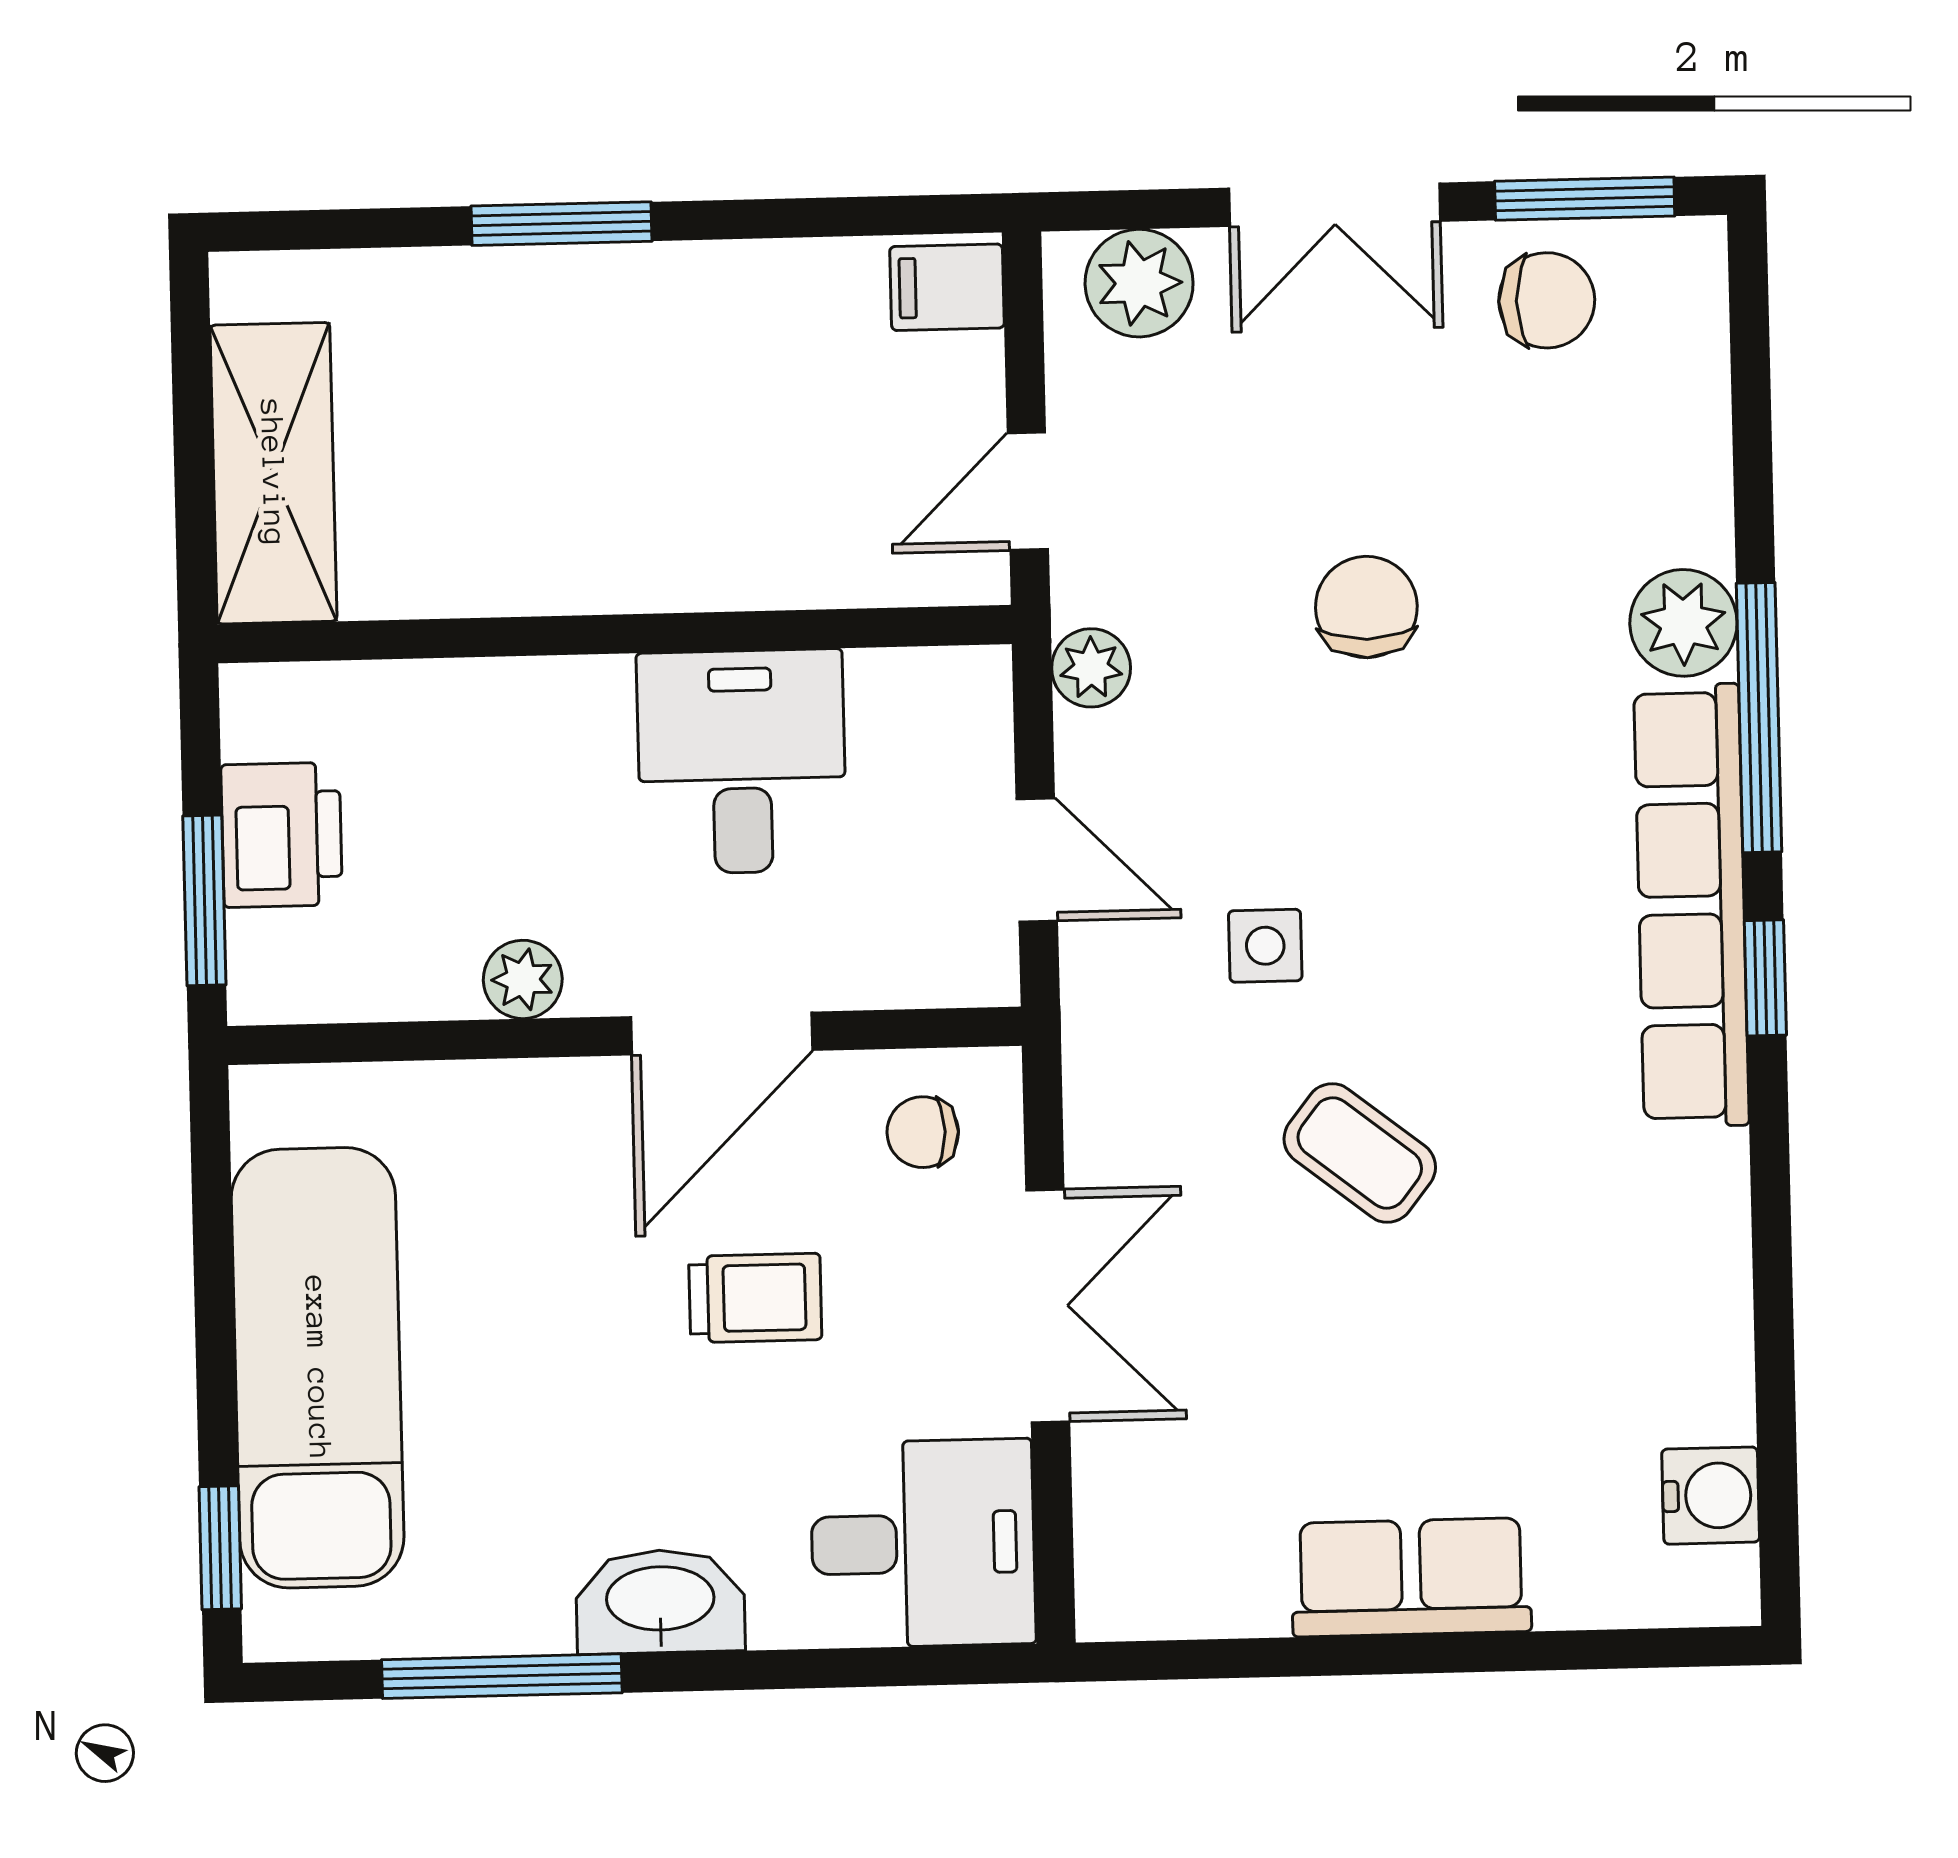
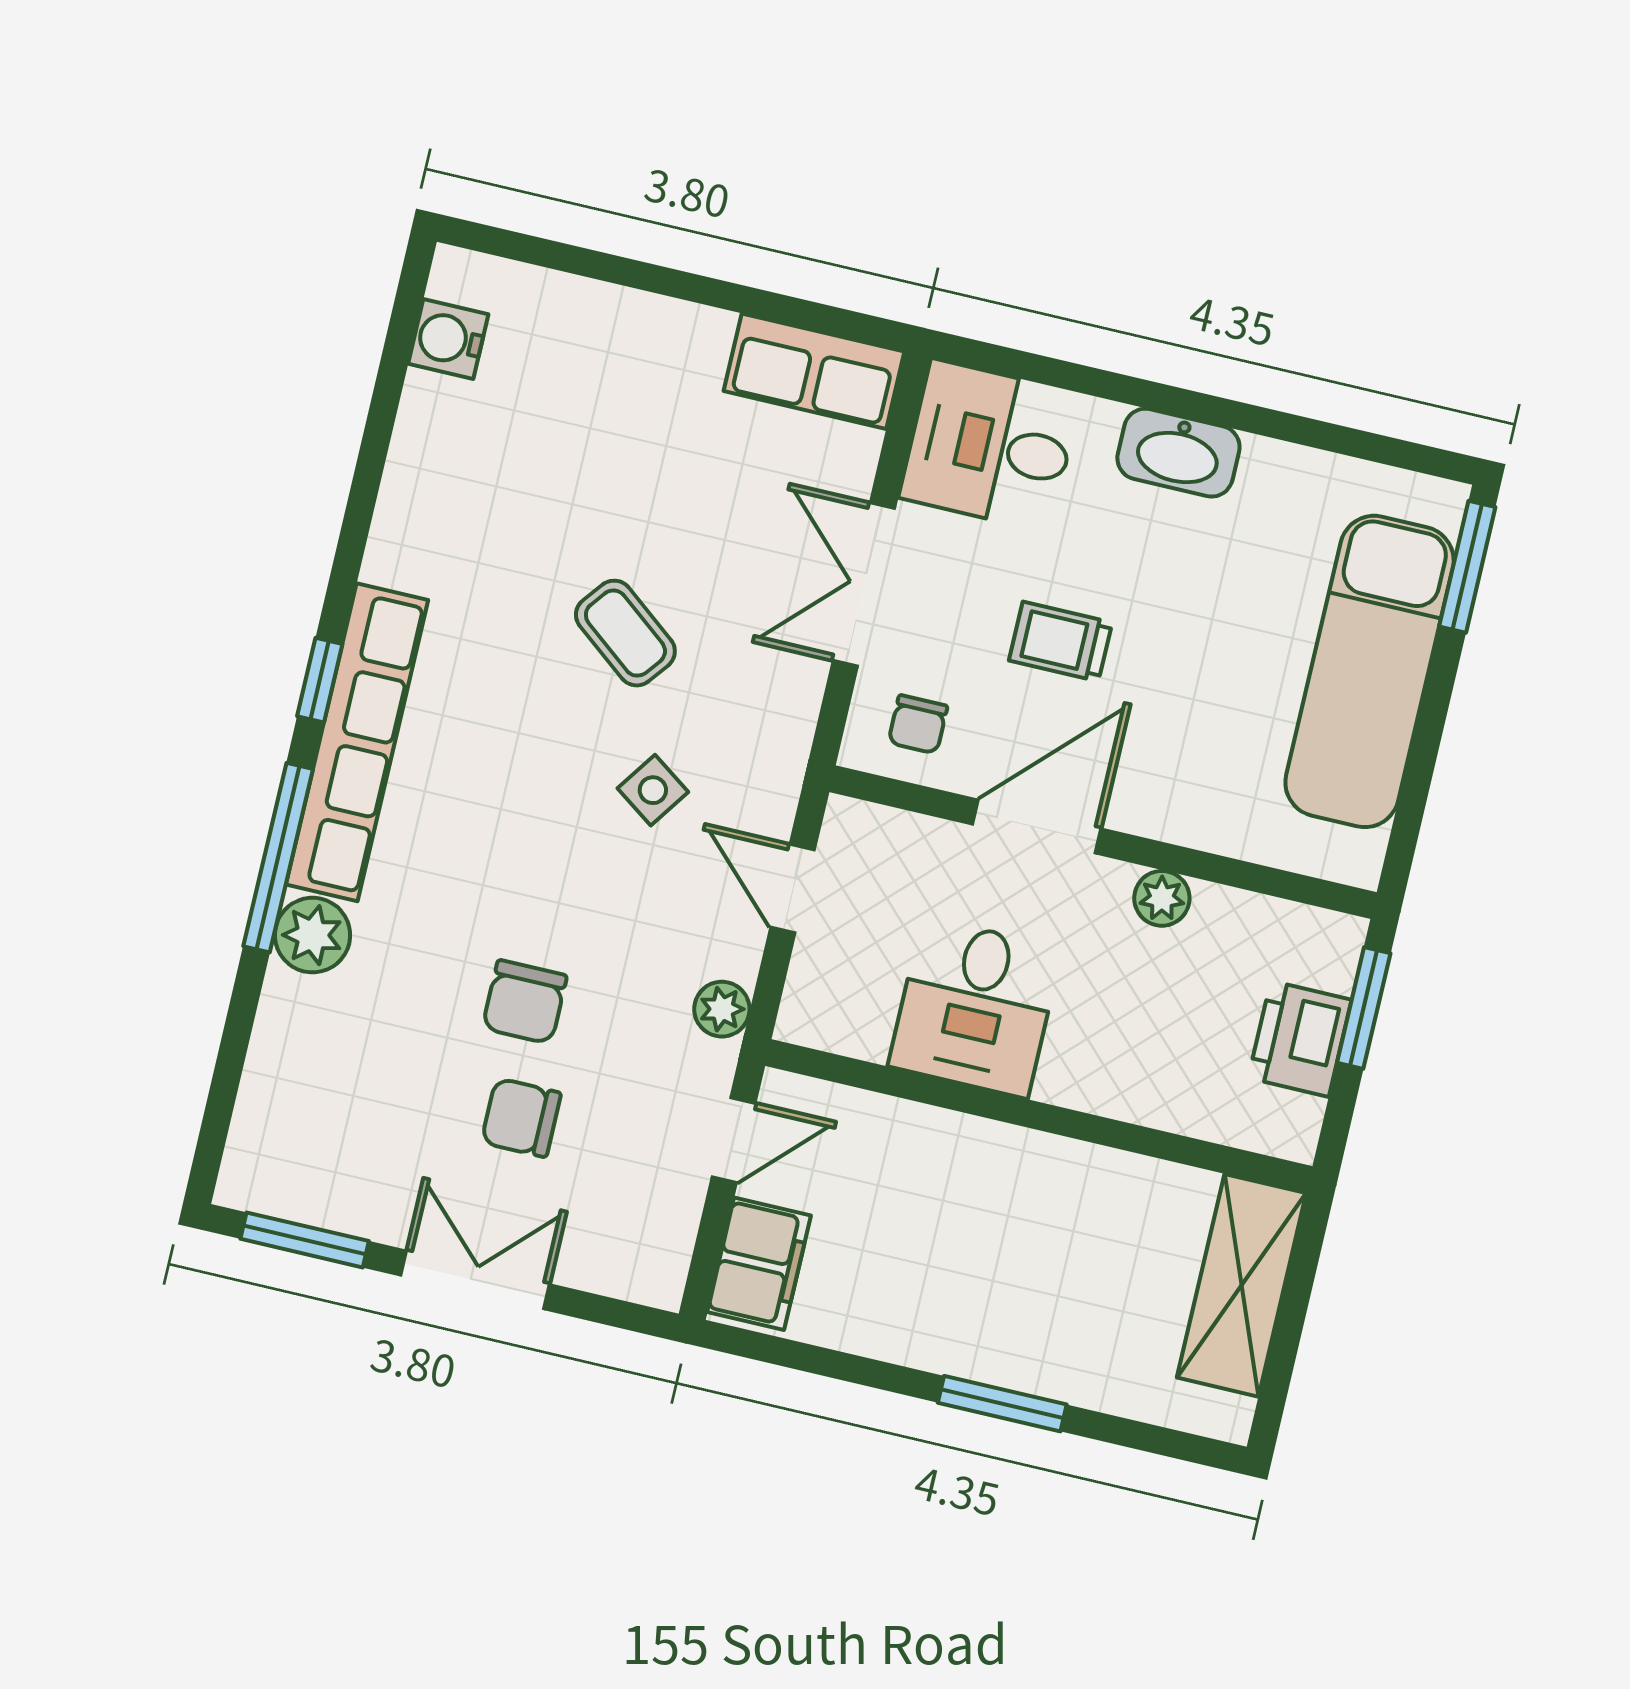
plant: (1139, 283) -> (621, 1261), removed
filing cabinet: (947, 287) -> (759, 1264), width x2.00
chair: (1547, 300) -> (521, 1118), moved
side table: (1265, 946) -> (653, 790), turned 35
chair: (923, 1132) -> (918, 724), turned 90
window: (220, 1548) -> (1467, 567), width x1.50
row of seats: (1411, 1577) -> (814, 371), moved
window: (502, 1676) -> (1299, 430), removed

